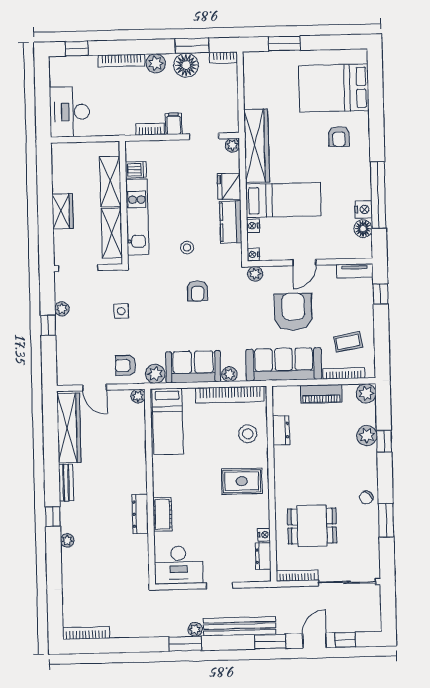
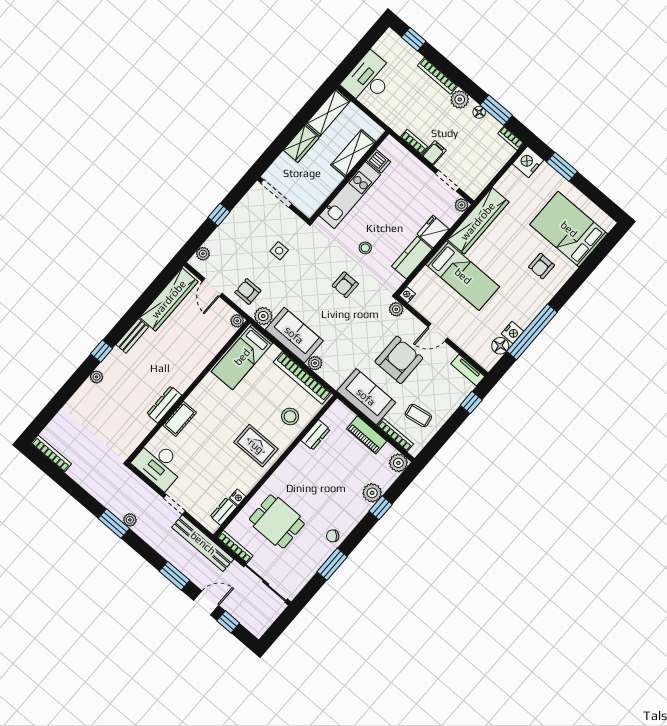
floor lamp: (186, 65) -> (479, 112), width x0.53, depth x0.53
nightstand: (253, 226) -> (528, 162), moved, width x1.89, depth x1.79
shelving: (112, 233) -> (328, 112), moved
plant: (62, 309) -> (203, 254), moved
sofa: (284, 364) -> (366, 397), width x0.73
bench: (240, 626) -> (203, 543), moved

